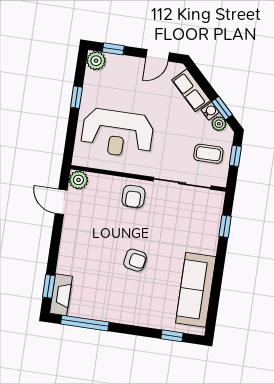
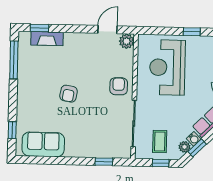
armchair: (133, 197) -> (119, 86), turned 90
sofa: (196, 290) -> (43, 144), width x0.73
fireplace: (61, 295) -> (47, 39), moved

